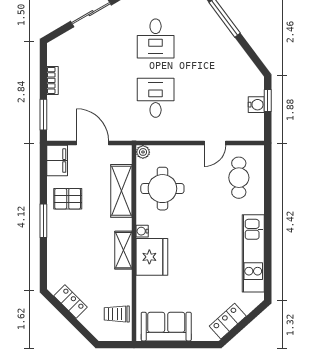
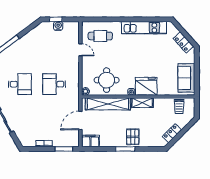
shelving: (121, 191) -> (108, 104), width x1.47
pallet: (68, 199) -> (133, 137), moved

